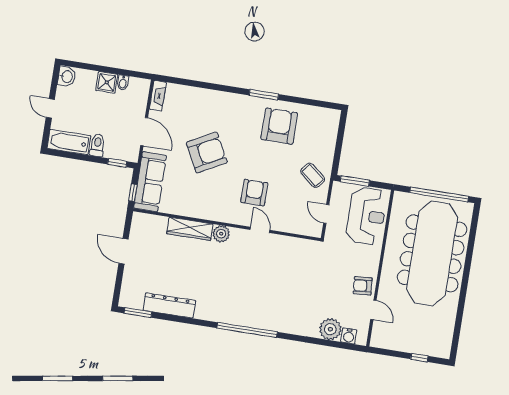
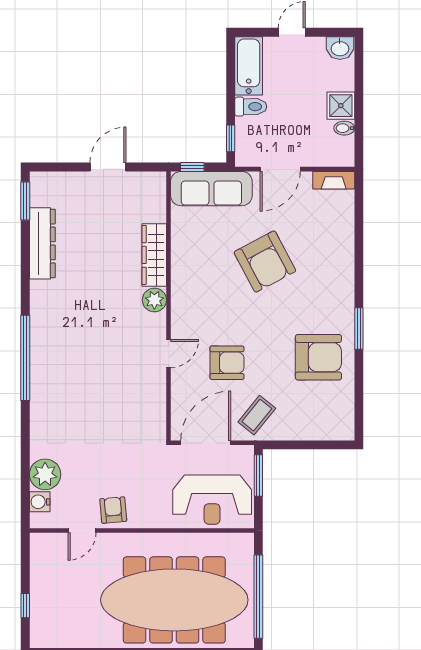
armchair: (254, 193) -> (227, 363), moved
door: (326, 214) -> (206, 443), width x1.87

